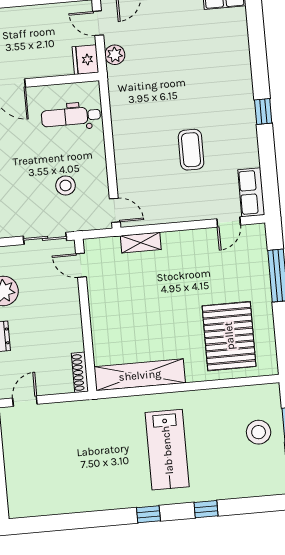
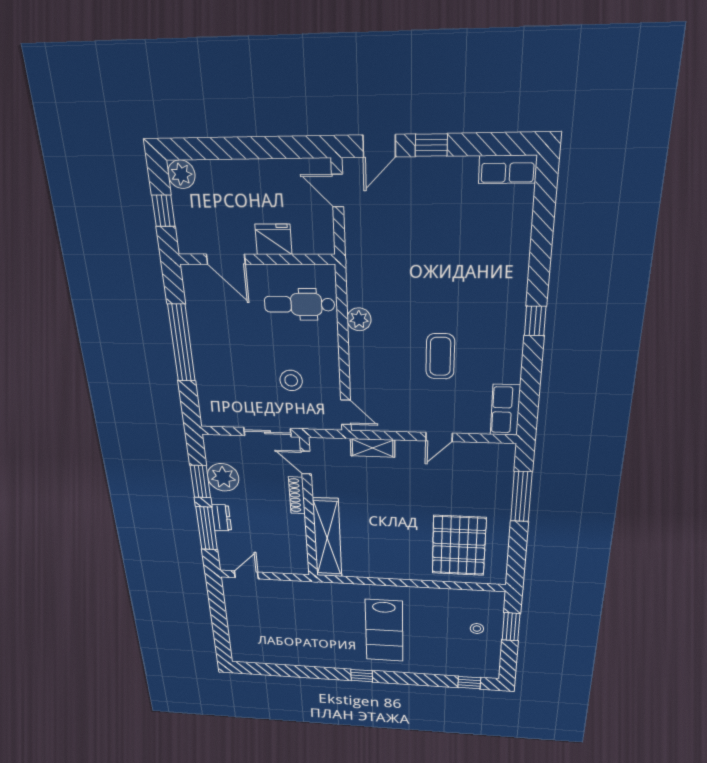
plant: (115, 55) -> (359, 319), moved
fridge: (85, 60) -> (273, 239), moved, turned 90
door: (229, 222) -> (439, 437), moved
shoe rack: (80, 372) -> (297, 495), moved
shelving: (140, 375) -> (327, 538), moved, turned 90
stool: (259, 432) -> (477, 629), width x0.53, depth x0.53
window: (206, 509) -> (469, 683), moved

